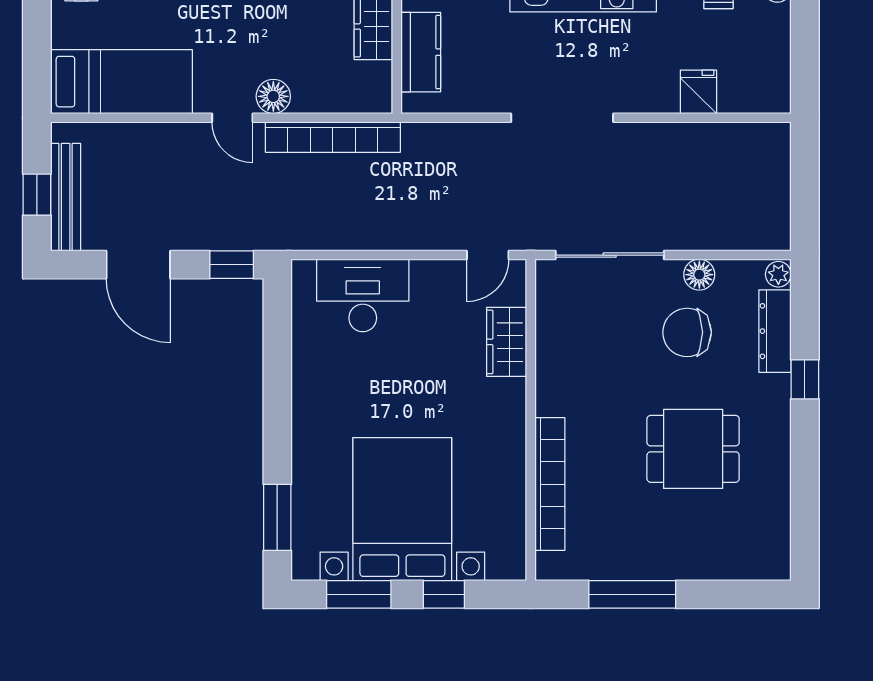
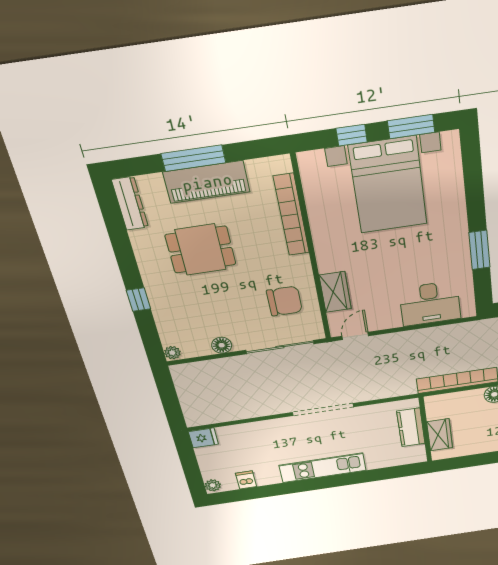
fridge: (699, 92) -> (203, 438), moved, turned -90
dresser: (775, 331) -> (130, 204), moved
chair: (687, 332) -> (284, 301), moved
window: (277, 517) -> (479, 250), moved
piano: (660, 556) -> (207, 182), added
window: (632, 594) -> (193, 158), moved

